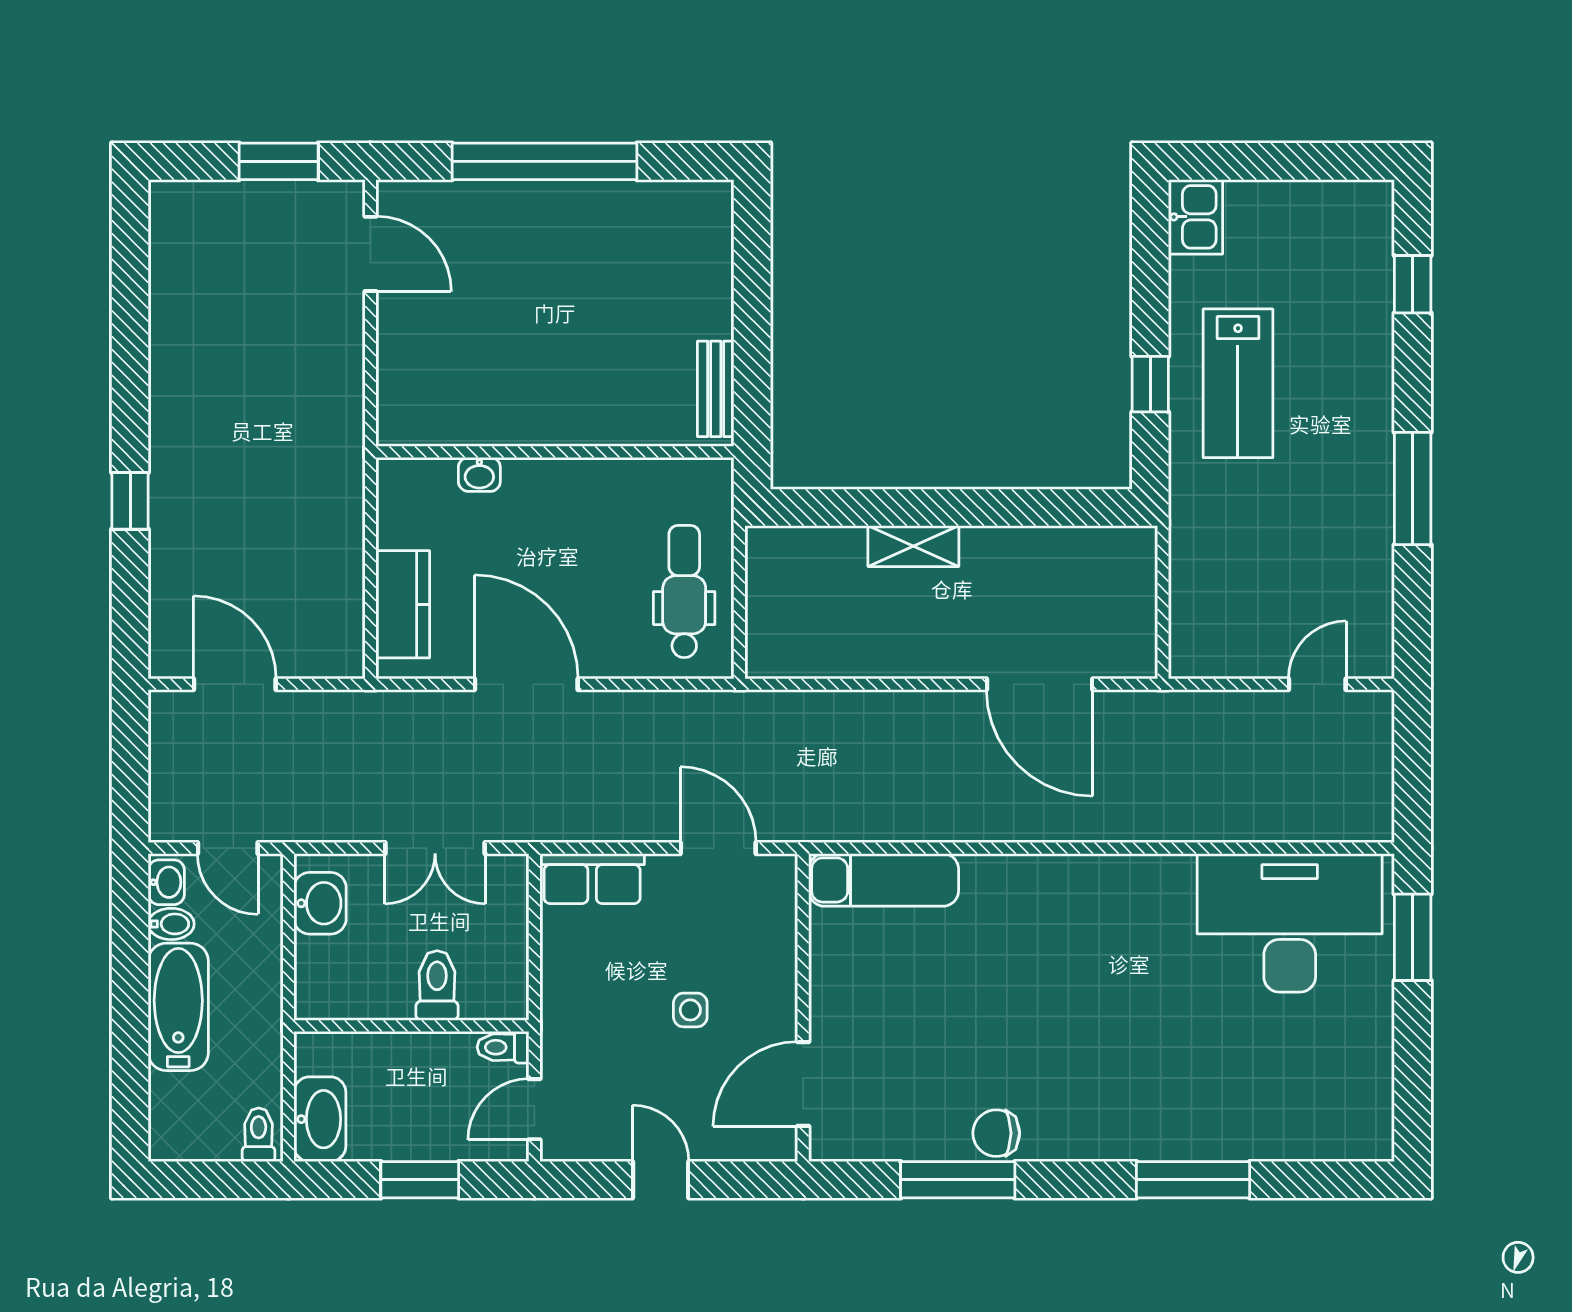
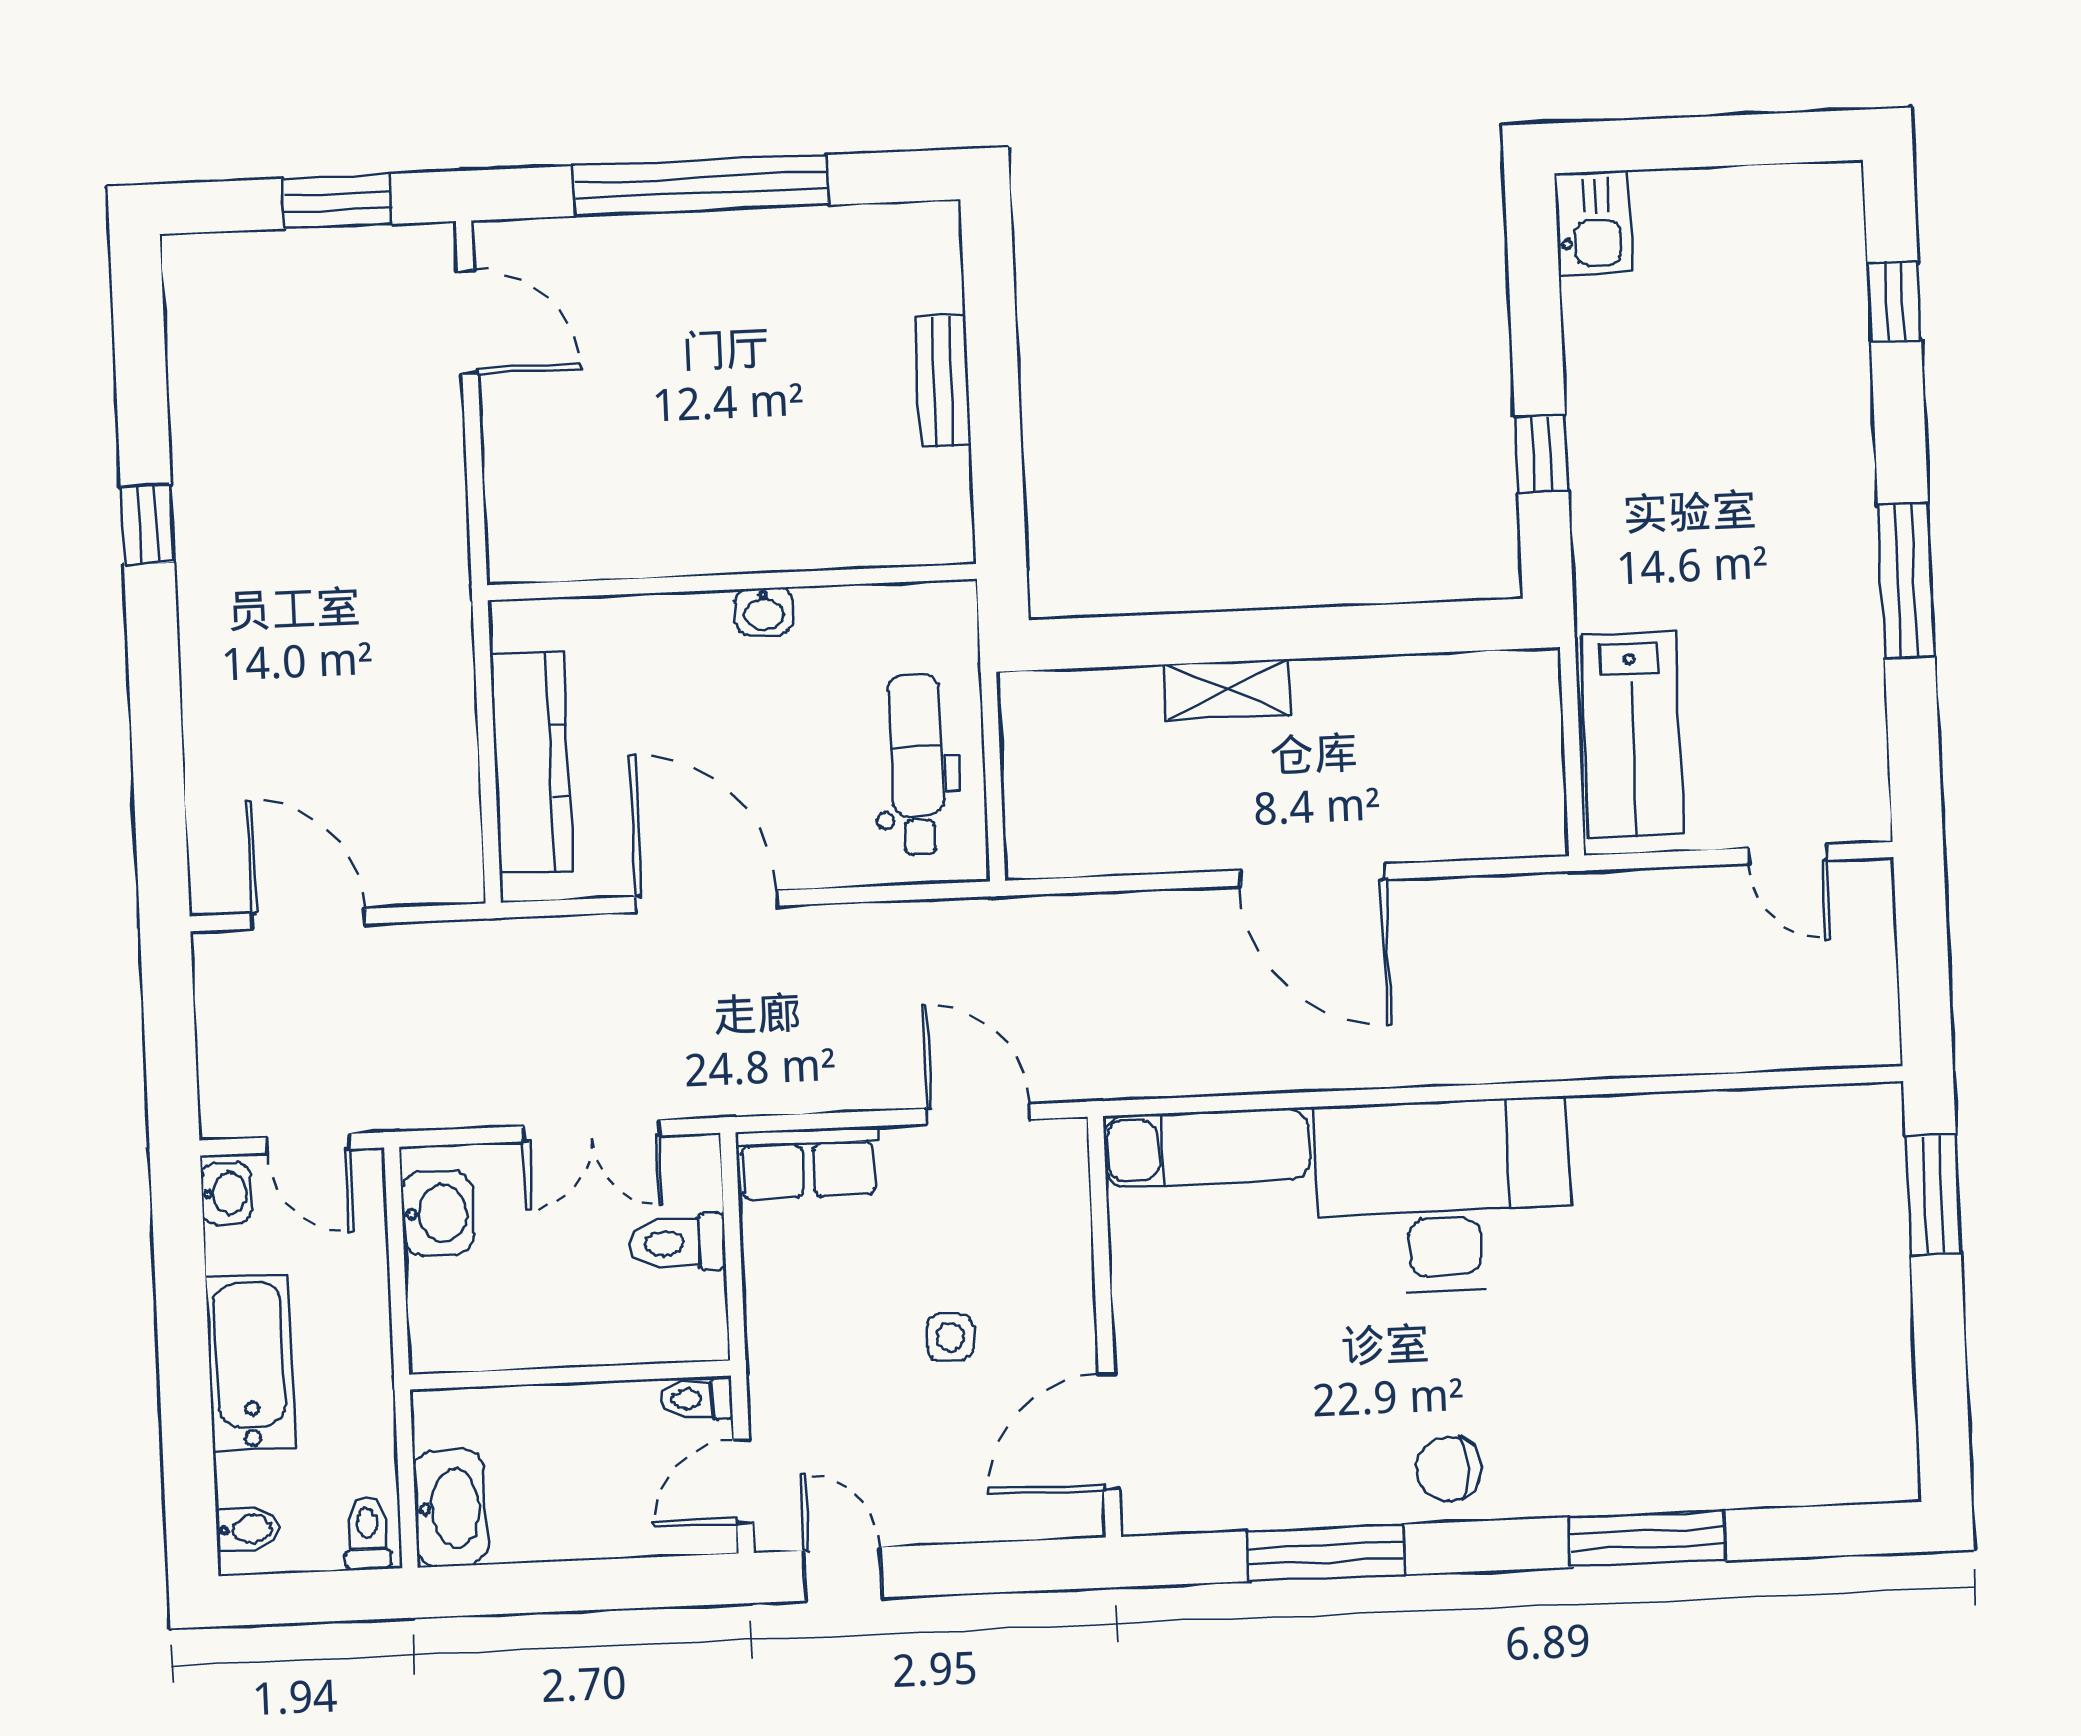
lab bench: (1238, 383) -> (1632, 735), moved
bench: (716, 389) -> (943, 381), moved
washbasin: (479, 474) -> (764, 611), moved
window: (130, 501) -> (147, 525), moved
kitchen counter: (403, 604) -> (531, 763), width x1.50
door: (1040, 684) -> (1313, 875), moved
door: (1317, 684) -> (1788, 854), swing flipped
desk: (1290, 923) -> (1443, 1196), moved
bidet: (171, 924) -> (248, 1529), moved
toilet: (437, 986) -> (677, 1243), moved, turned -90
chair: (996, 1133) -> (1449, 1469), moved
window: (420, 1180) -> (590, 1585), removed
door: (661, 1180) -> (843, 1574), moved

